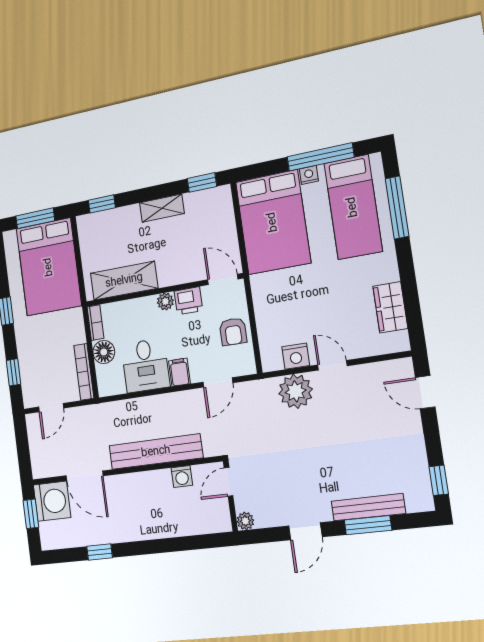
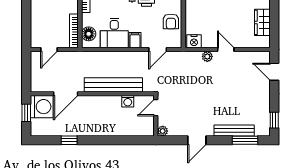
floor lamp: (104, 352) -> (89, 34), moved
nightstand: (296, 356) -> (194, 41), moved
window: (14, 372) -> (26, 24), removed
plant: (296, 391) -> (207, 56), width x0.53, depth x0.53
door: (84, 476) -> (66, 94), hinge flipped
window: (368, 525) -> (245, 140), moved

